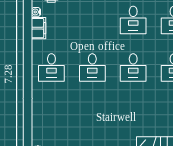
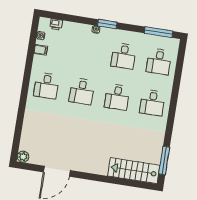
filing cabinet: (39, 28) -> (41, 50), width x0.50

